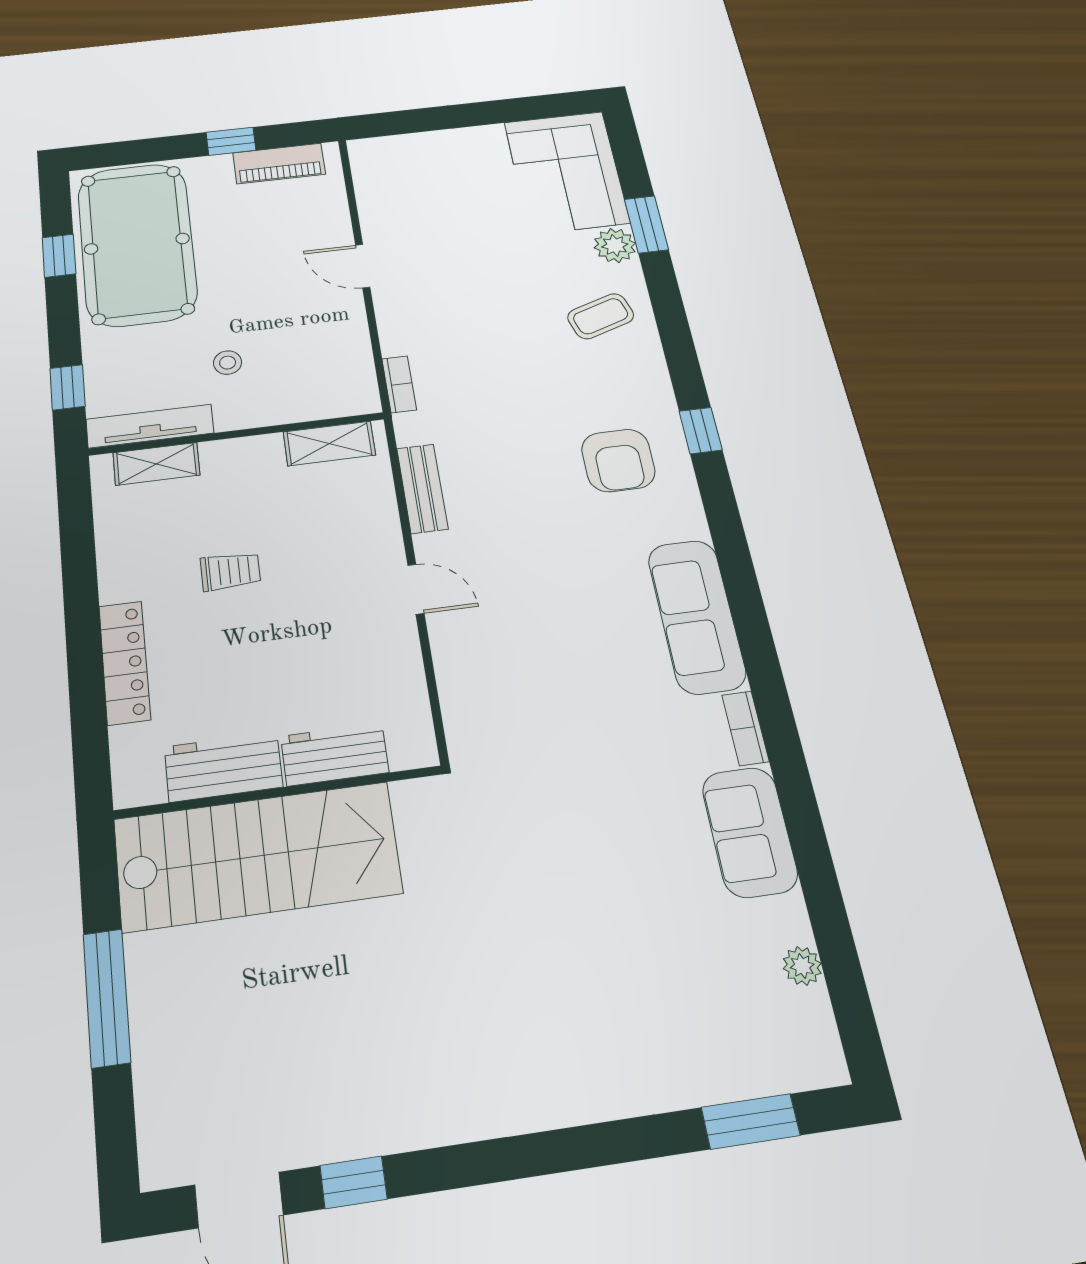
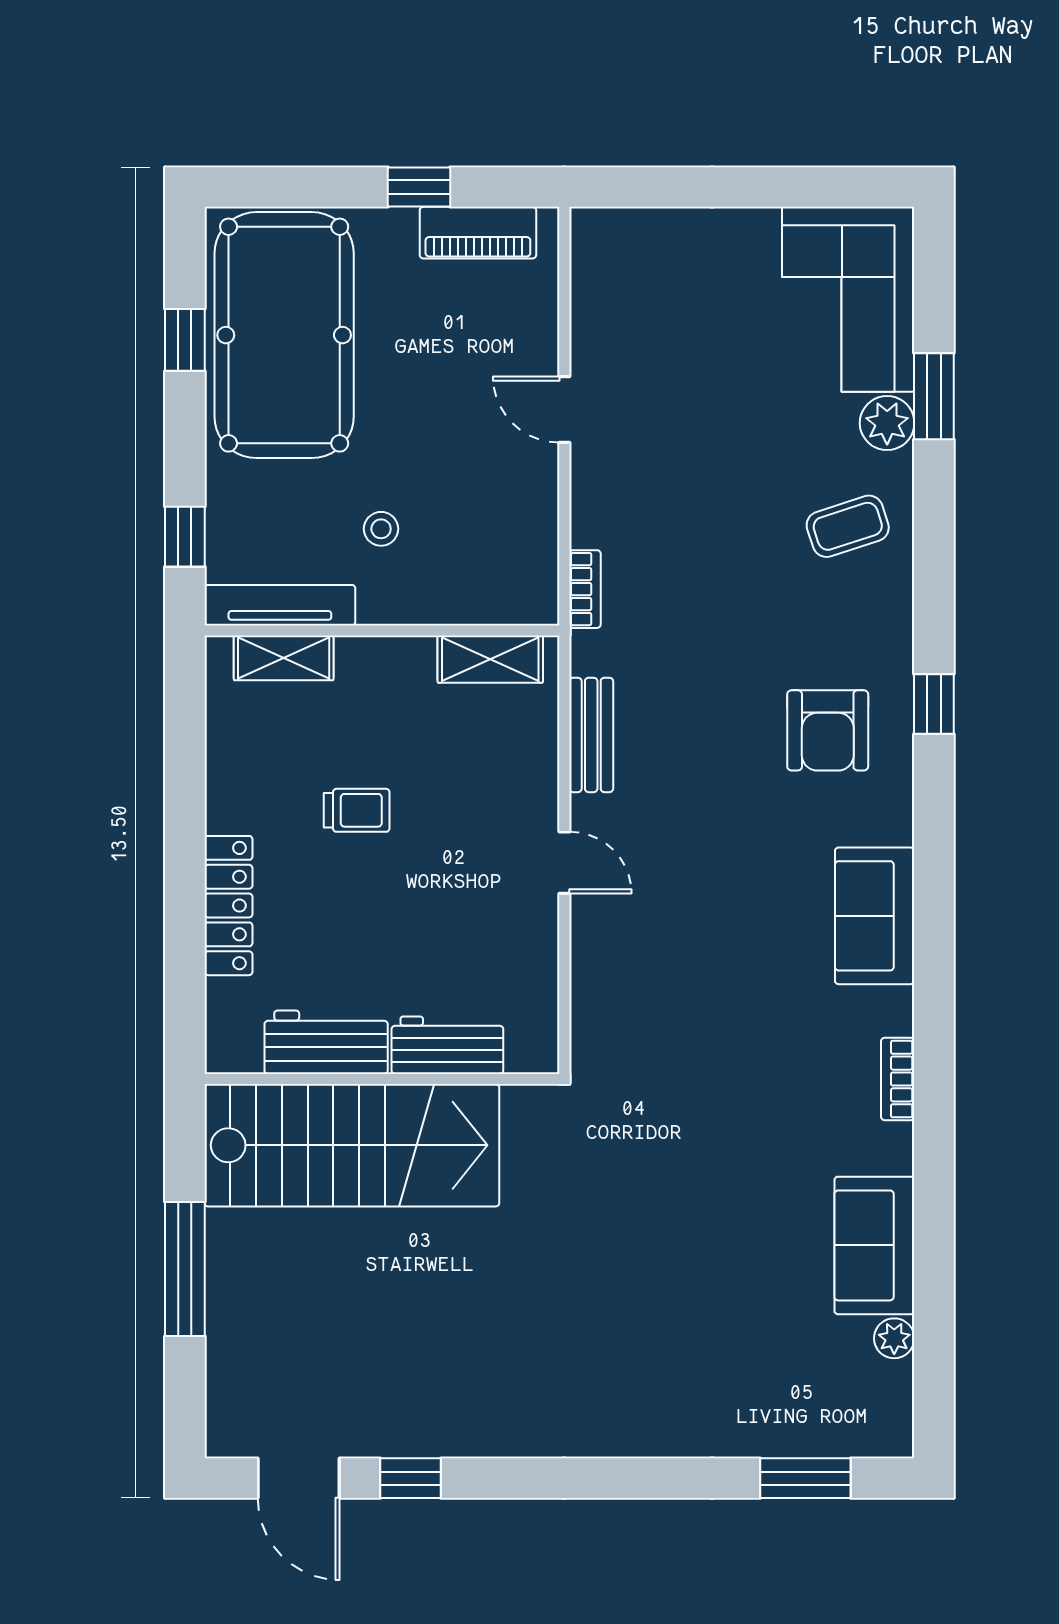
sofa: (697, 616) -> (875, 916), width x0.73
sofa: (750, 832) -> (874, 1245), moved

